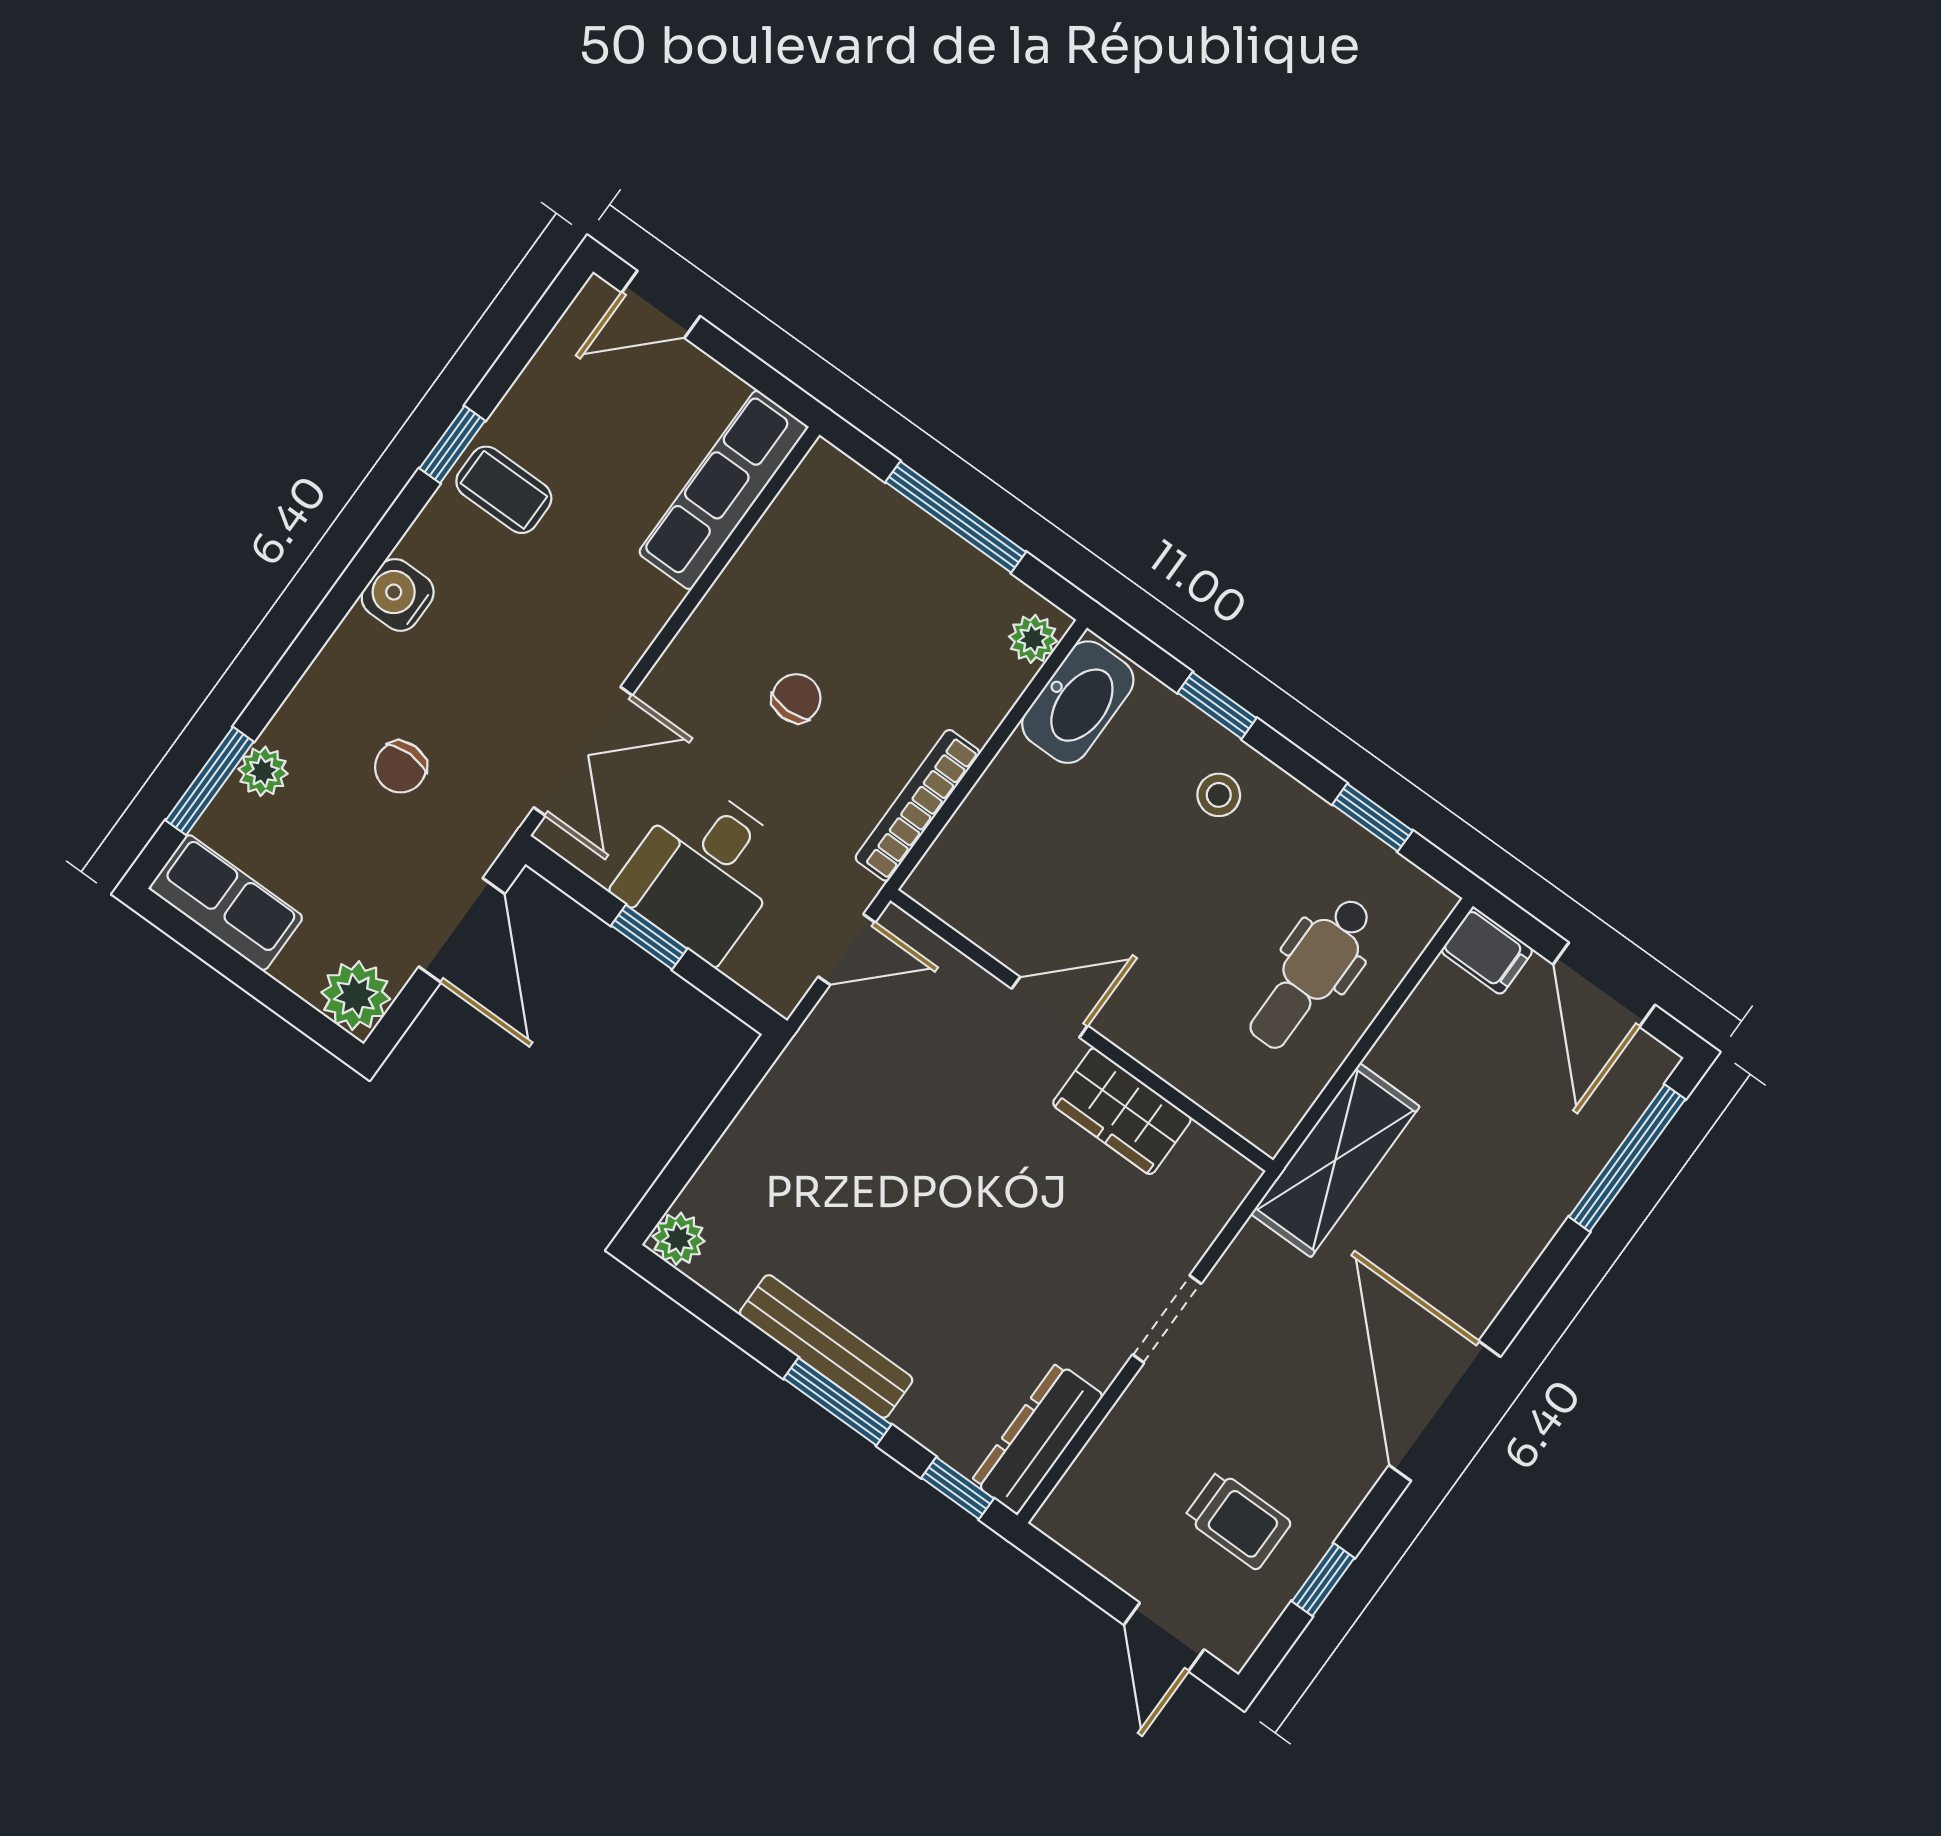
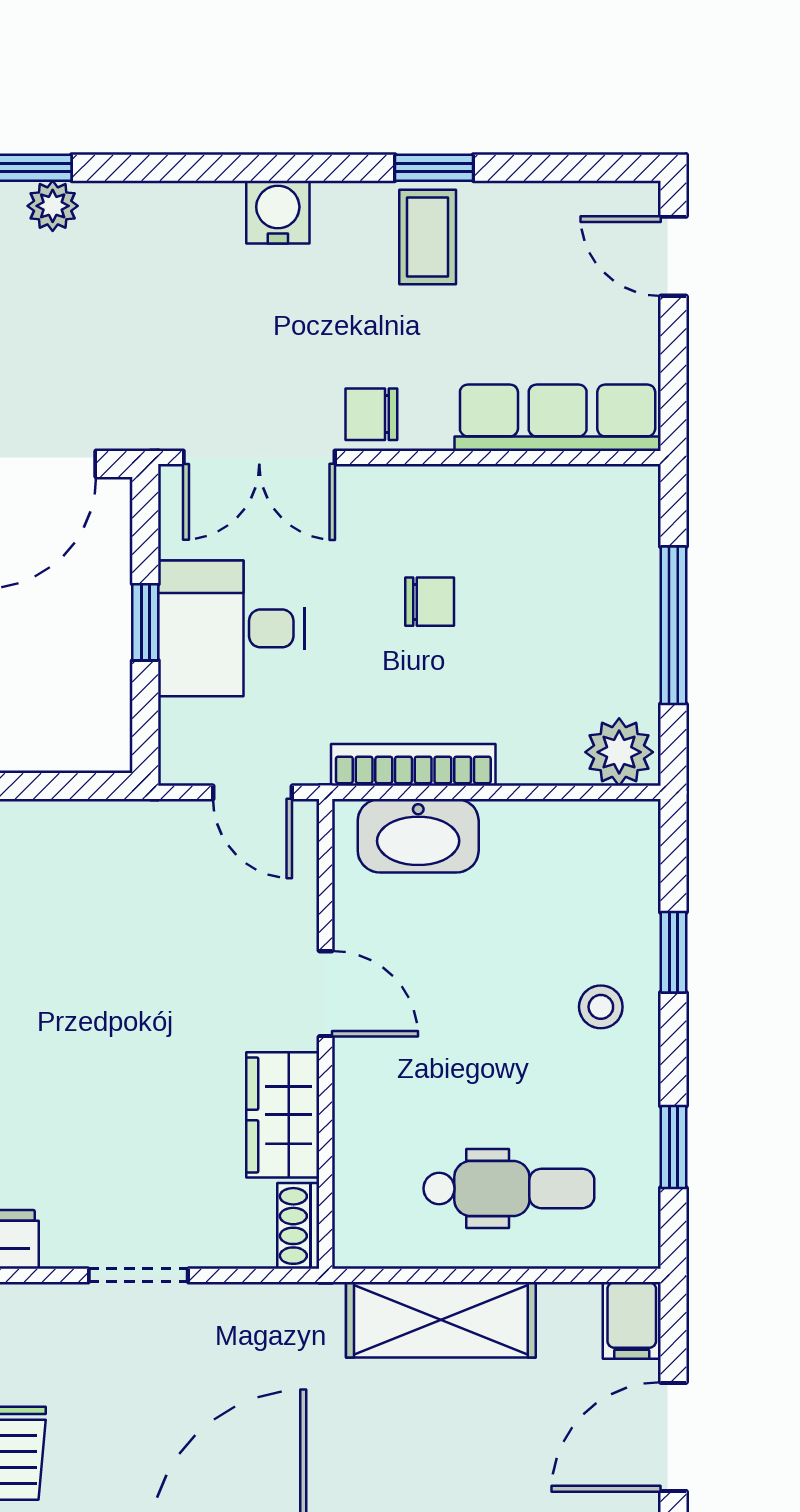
plant: (1033, 639) -> (619, 752), width x1.38, depth x1.38
washbasin: (1078, 702) -> (418, 836), moved
chair: (401, 767) -> (371, 414), moved
dental chair: (1311, 973) -> (509, 1188), turned 180
shelving: (1335, 1160) -> (441, 1320), moved
shoe rack: (1219, 1163) -> (298, 1226), added

